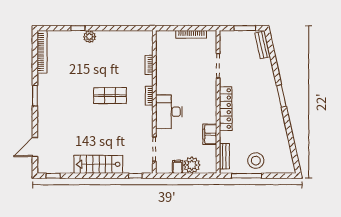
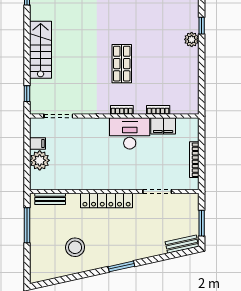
desk: (169, 112) -> (130, 133), moved
filing cabinet: (210, 134) -> (163, 126), moved, turned 180
stool: (256, 161) -> (75, 247), moved

